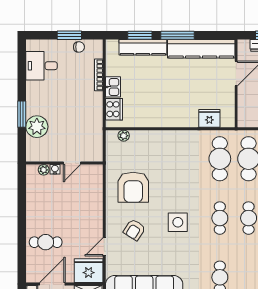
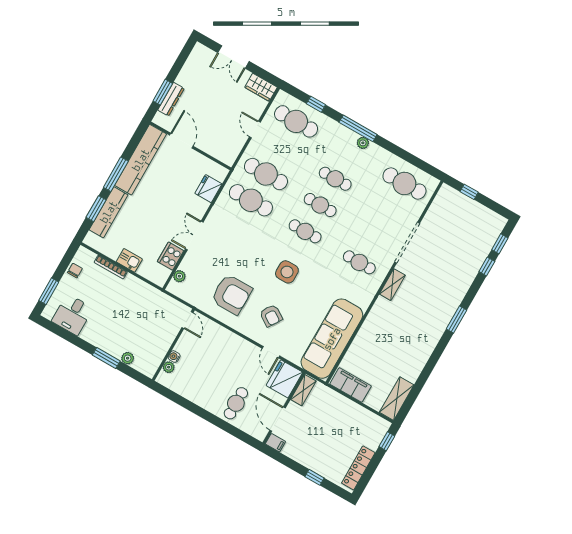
window: (69, 35) -> (49, 291), moved
cooker: (114, 109) -> (171, 256), moved, turned -90
plant: (37, 127) -> (128, 358), width x0.53, depth x0.53
double door: (164, 129) -> (194, 235), added
door: (72, 163) -> (188, 320), moved

